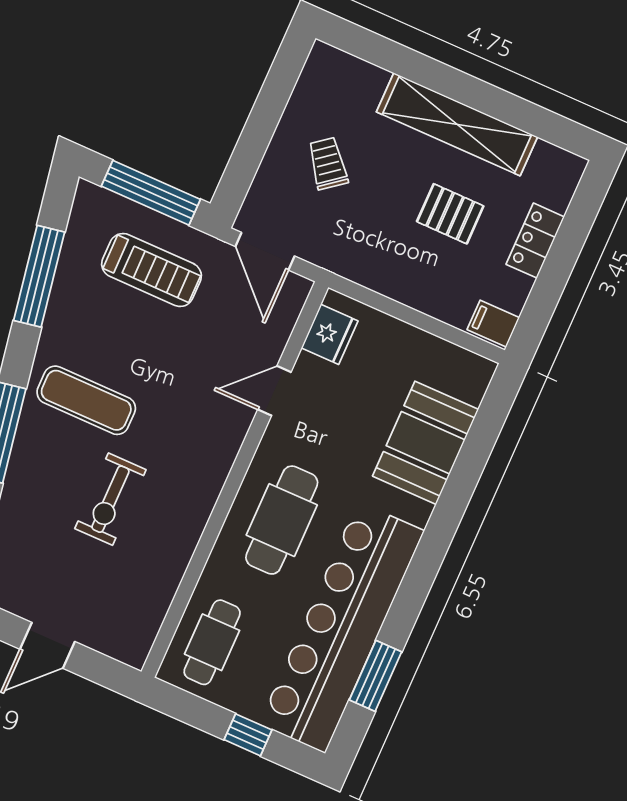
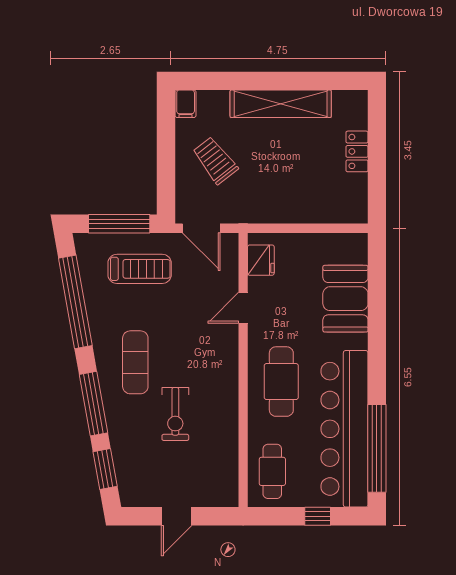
trolley: (328, 163) -> (215, 160), width x1.36, depth x1.39
pallet: (450, 214) -> (300, 158), removed
window: (39, 276) -> (75, 302), width x1.46
filing cabinet: (493, 324) -> (186, 104), moved, turned -90
exercise mat: (86, 400) -> (135, 362), turned 90
window: (376, 676) -> (377, 448), width x2.11

